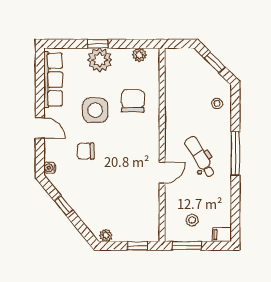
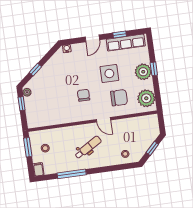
plant: (139, 55) -> (146, 98), width x1.88, depth x1.88
window: (40, 87) -> (120, 34), added
chair: (86, 151) -> (84, 95), moved
window: (235, 153) -> (72, 174), moved
door: (162, 173) -> (103, 120), moved
window: (63, 205) -> (35, 70), moved
window: (137, 246) -> (22, 104), moved

